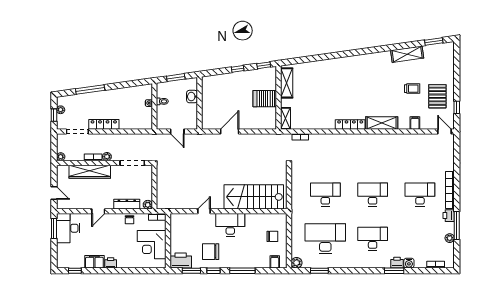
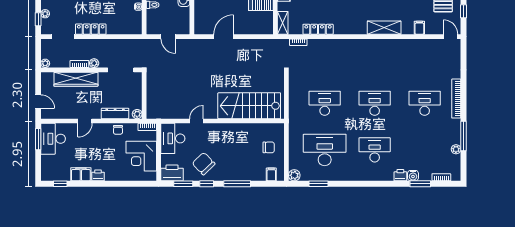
locker: (350, 124) -> (318, 29), moved
printer: (449, 216) -> (455, 125), removed
desk: (230, 225) -> (173, 138), moved, turned -90
chair: (211, 252) -> (204, 164), turned 46
window: (394, 271) -> (420, 184), moved

